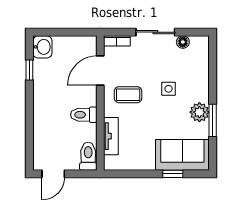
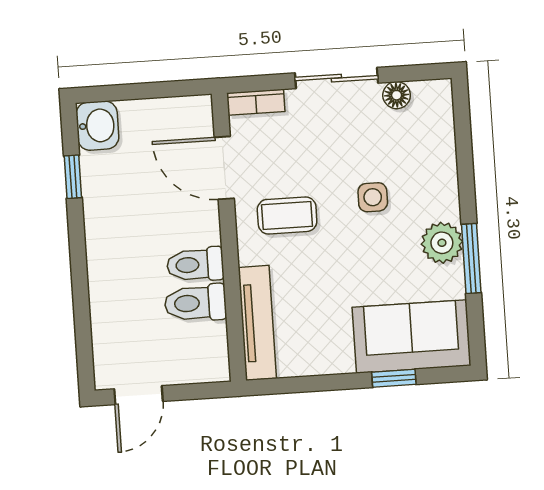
door: (100, 71) -> (224, 168), hinge flipped
tv unit: (111, 136) -> (257, 323), width x1.41
toilet: (88, 156) -> (195, 303), moved, turned -90

